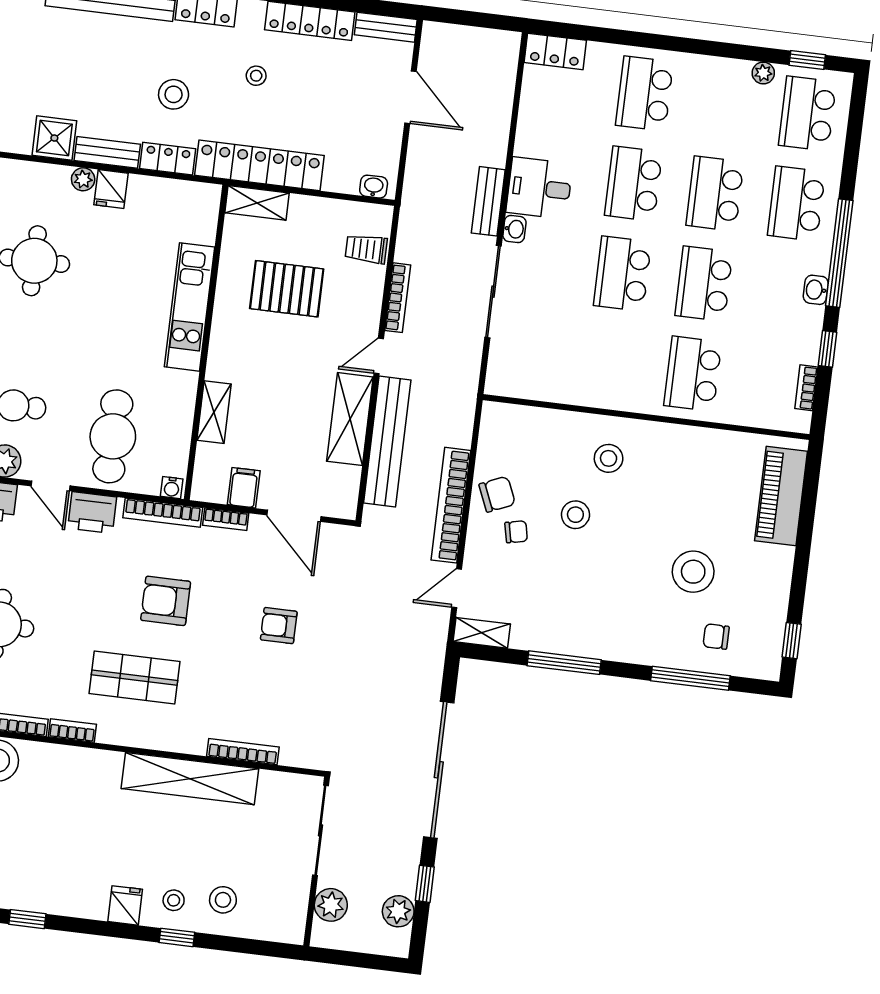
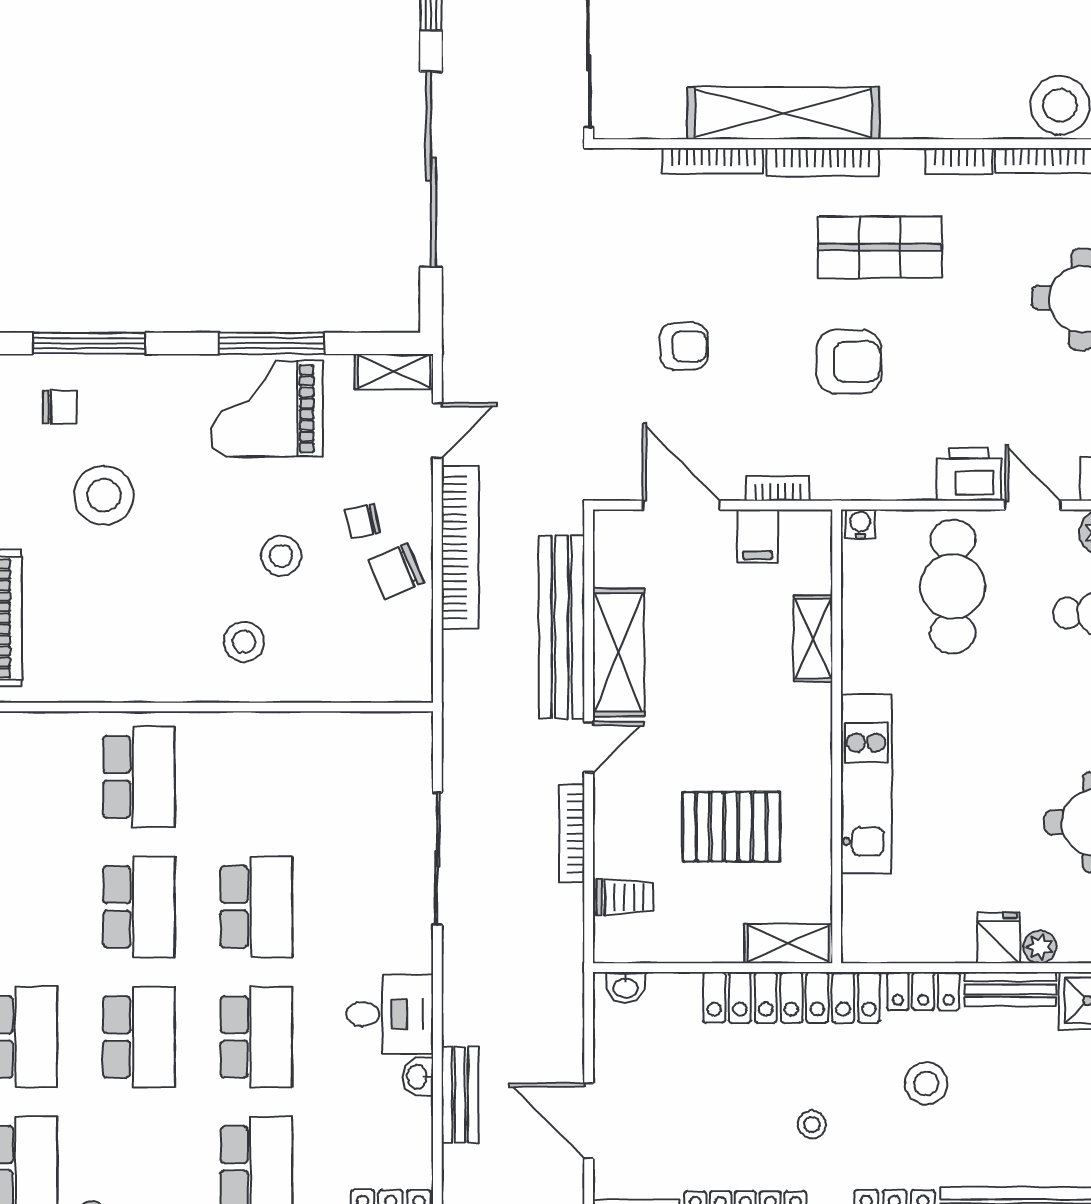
bench: (488, 201) -> (460, 1095), moved
washbasin: (514, 229) -> (418, 1077), moved
bookcase: (163, 513) -> (822, 162), moved, turned 180
grand piano: (573, 618) -> (267, 409), added

